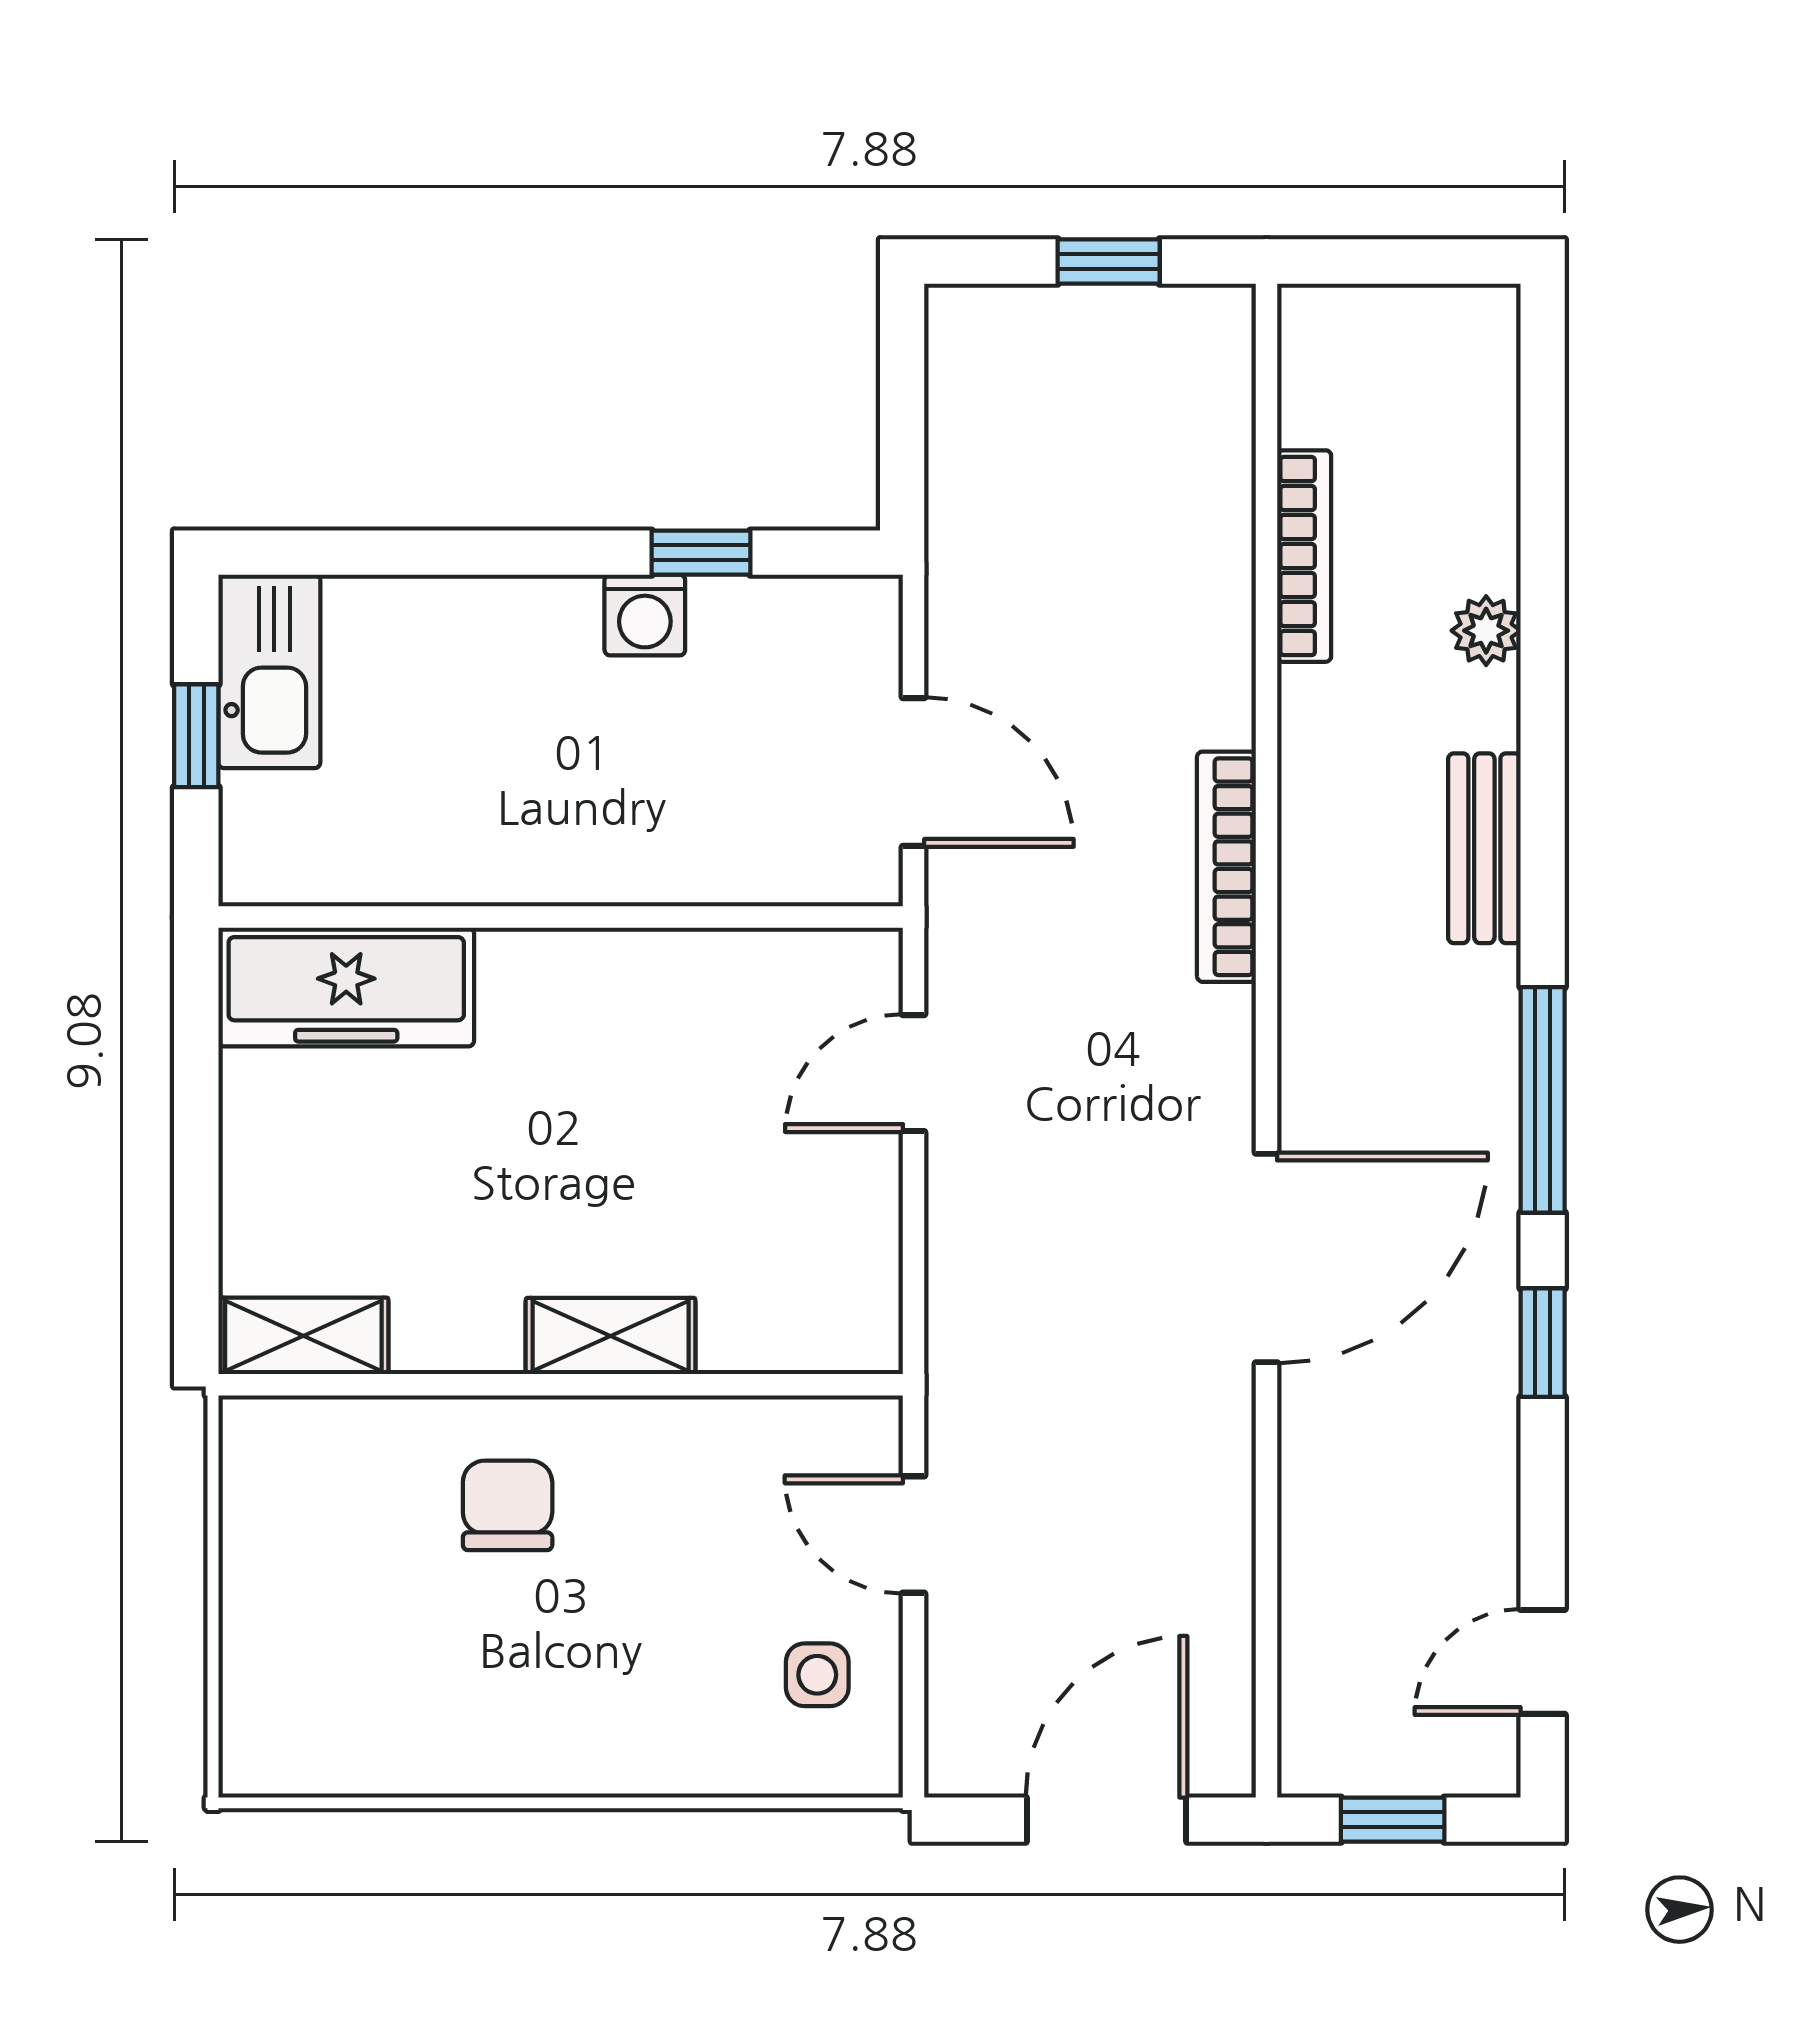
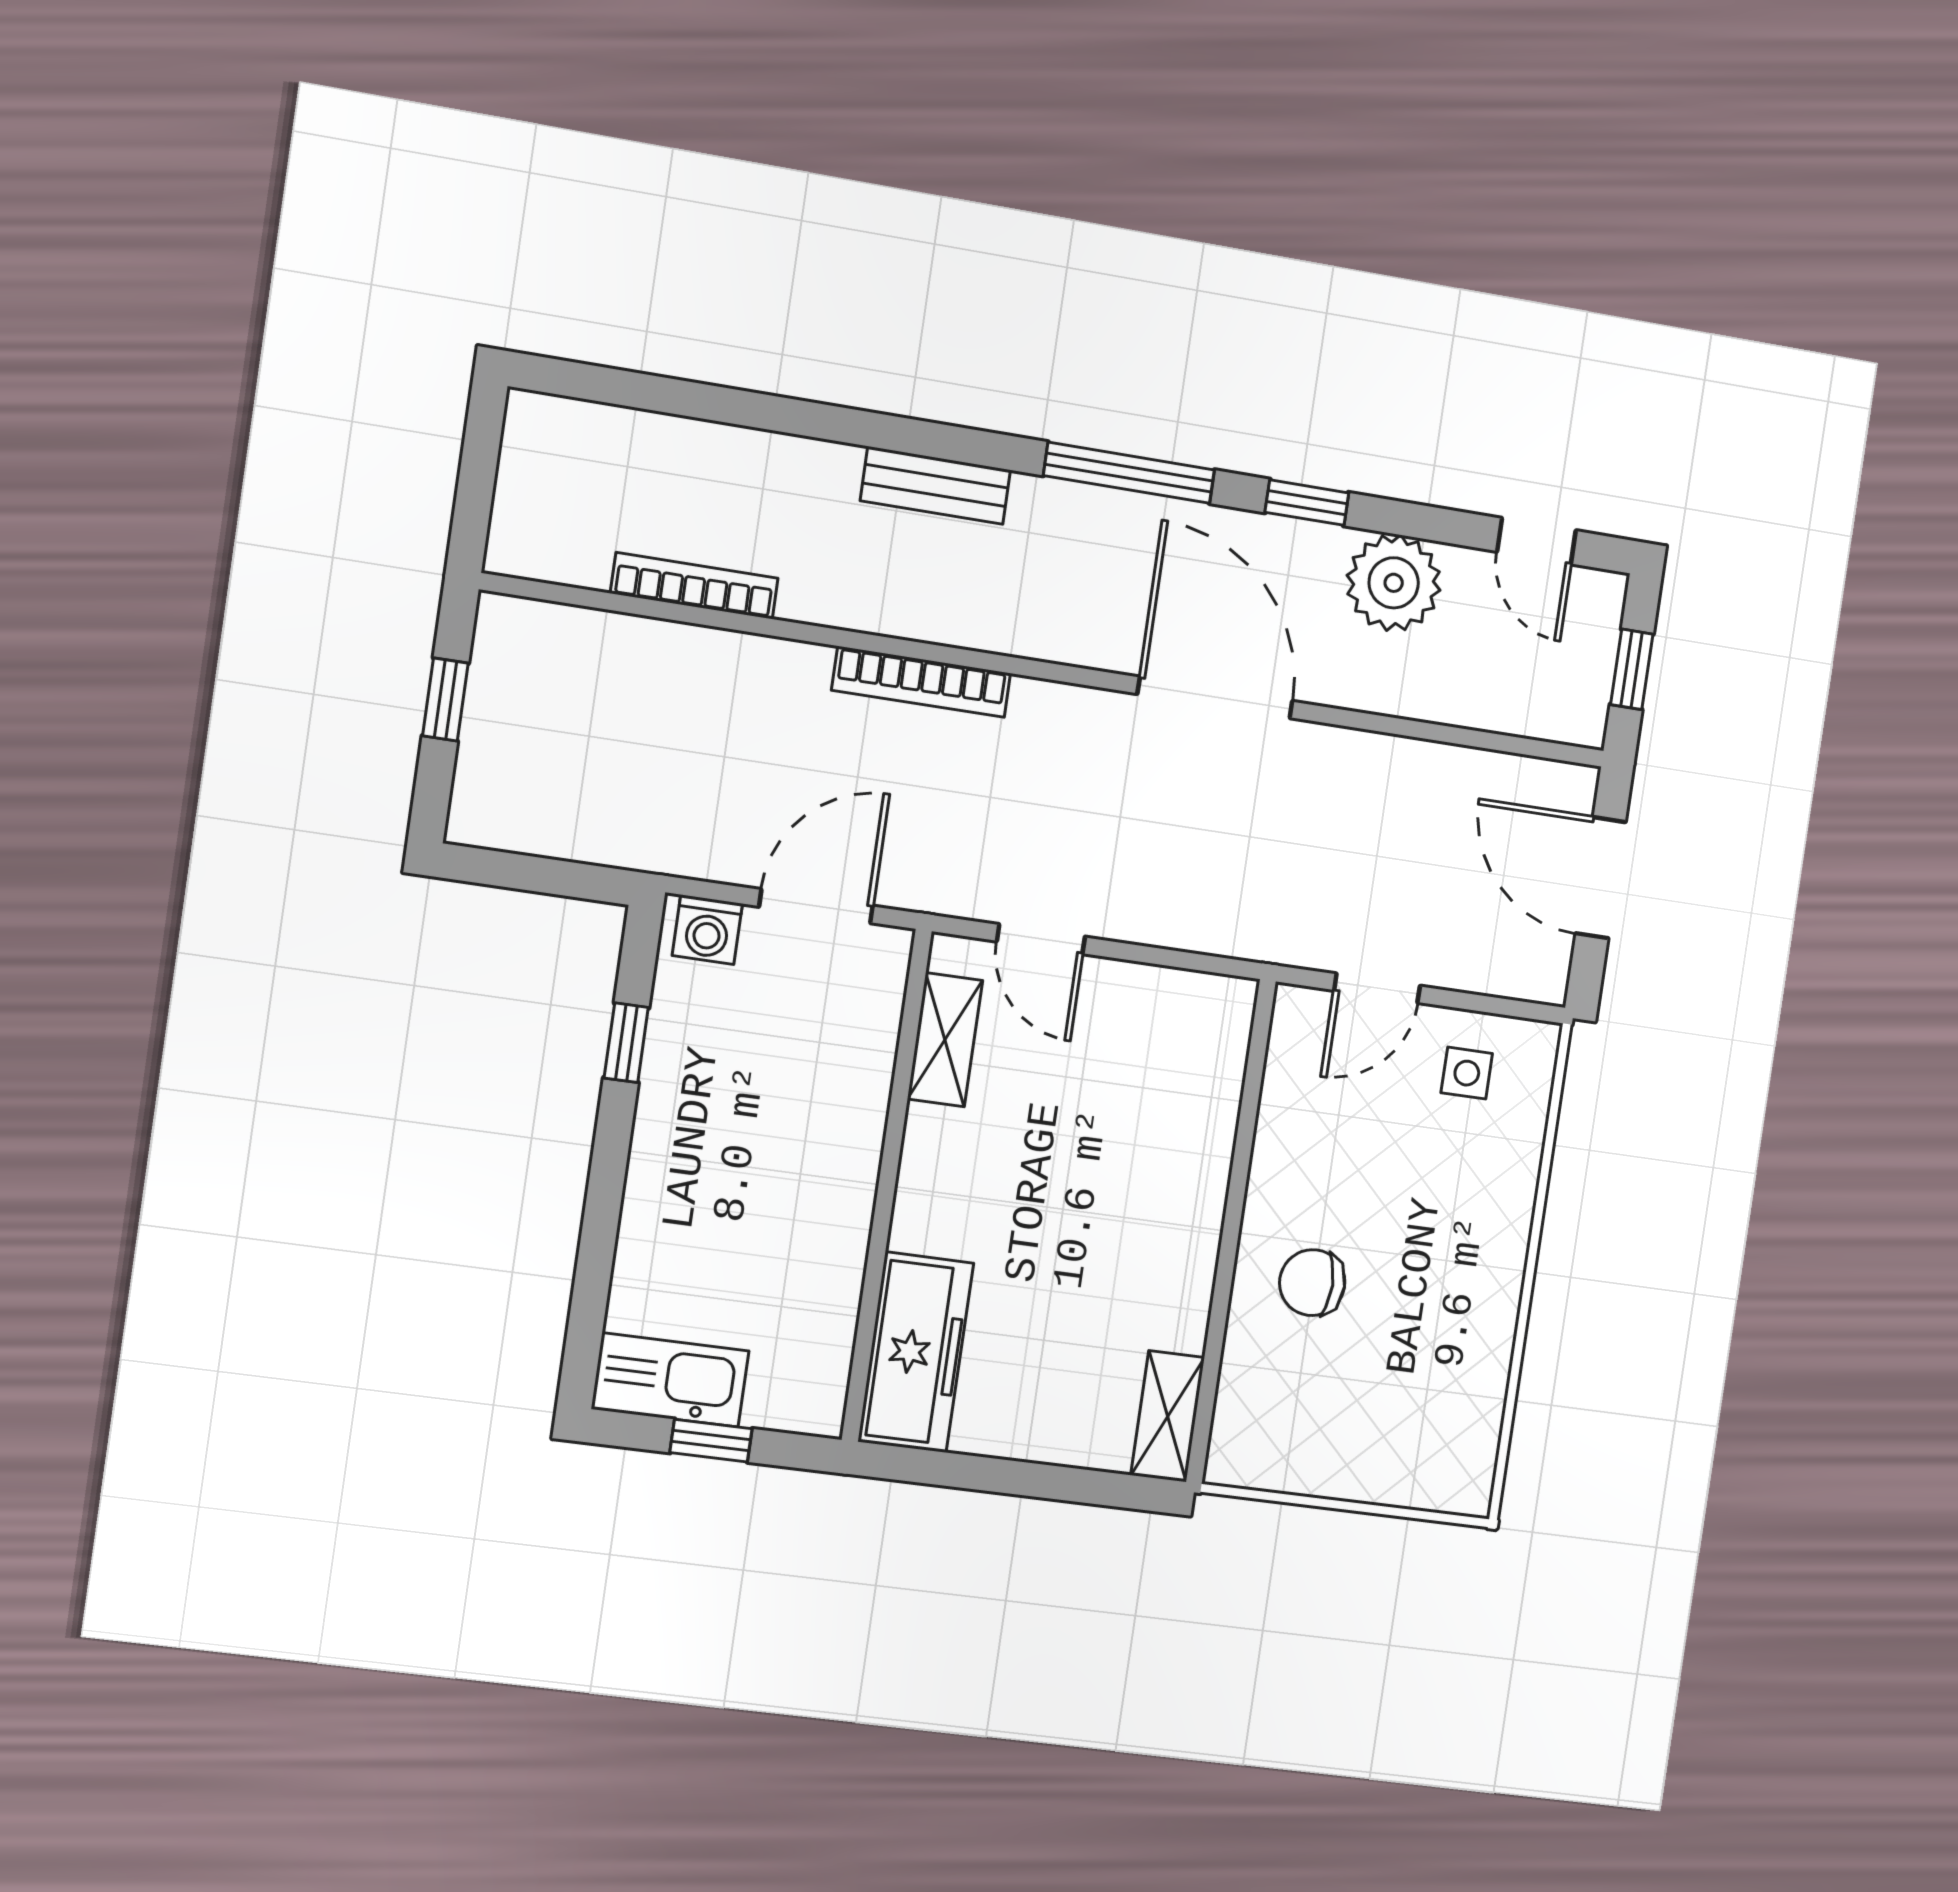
washing machine: (645, 615) -> (707, 930), moved, turned 90
plant: (1486, 631) -> (1394, 583), moved, width x1.88, depth x1.88
shelving: (611, 1336) -> (945, 1040), moved

